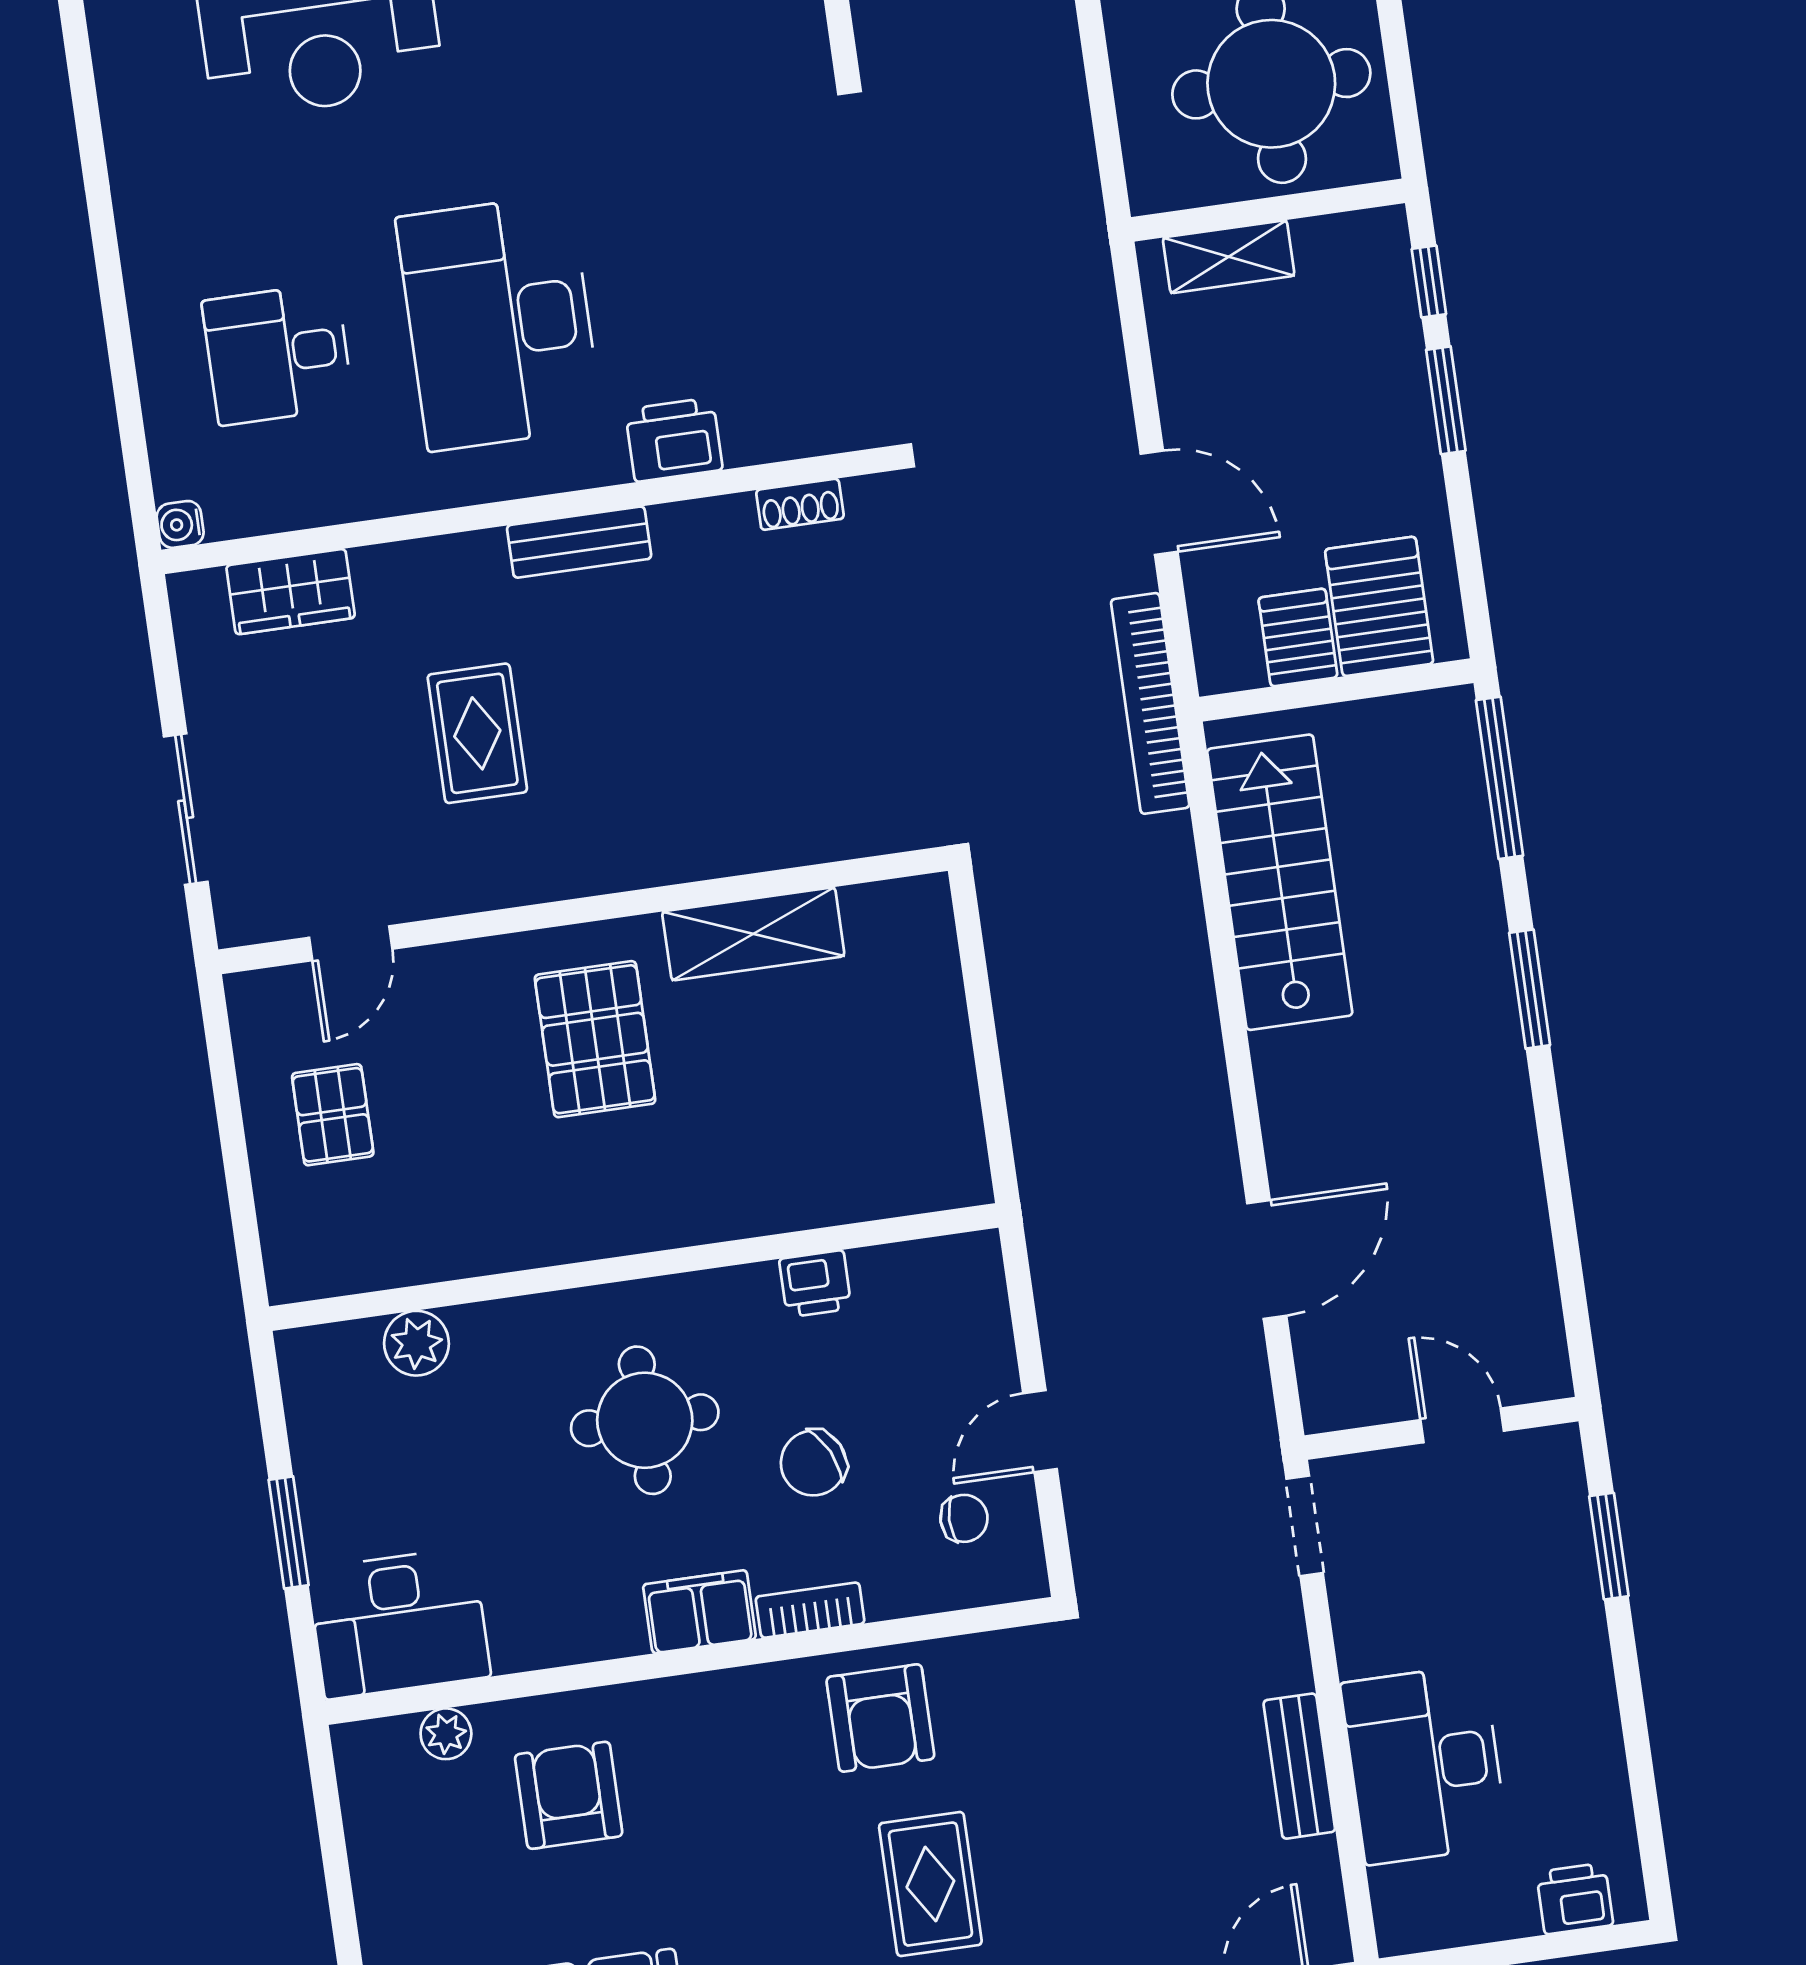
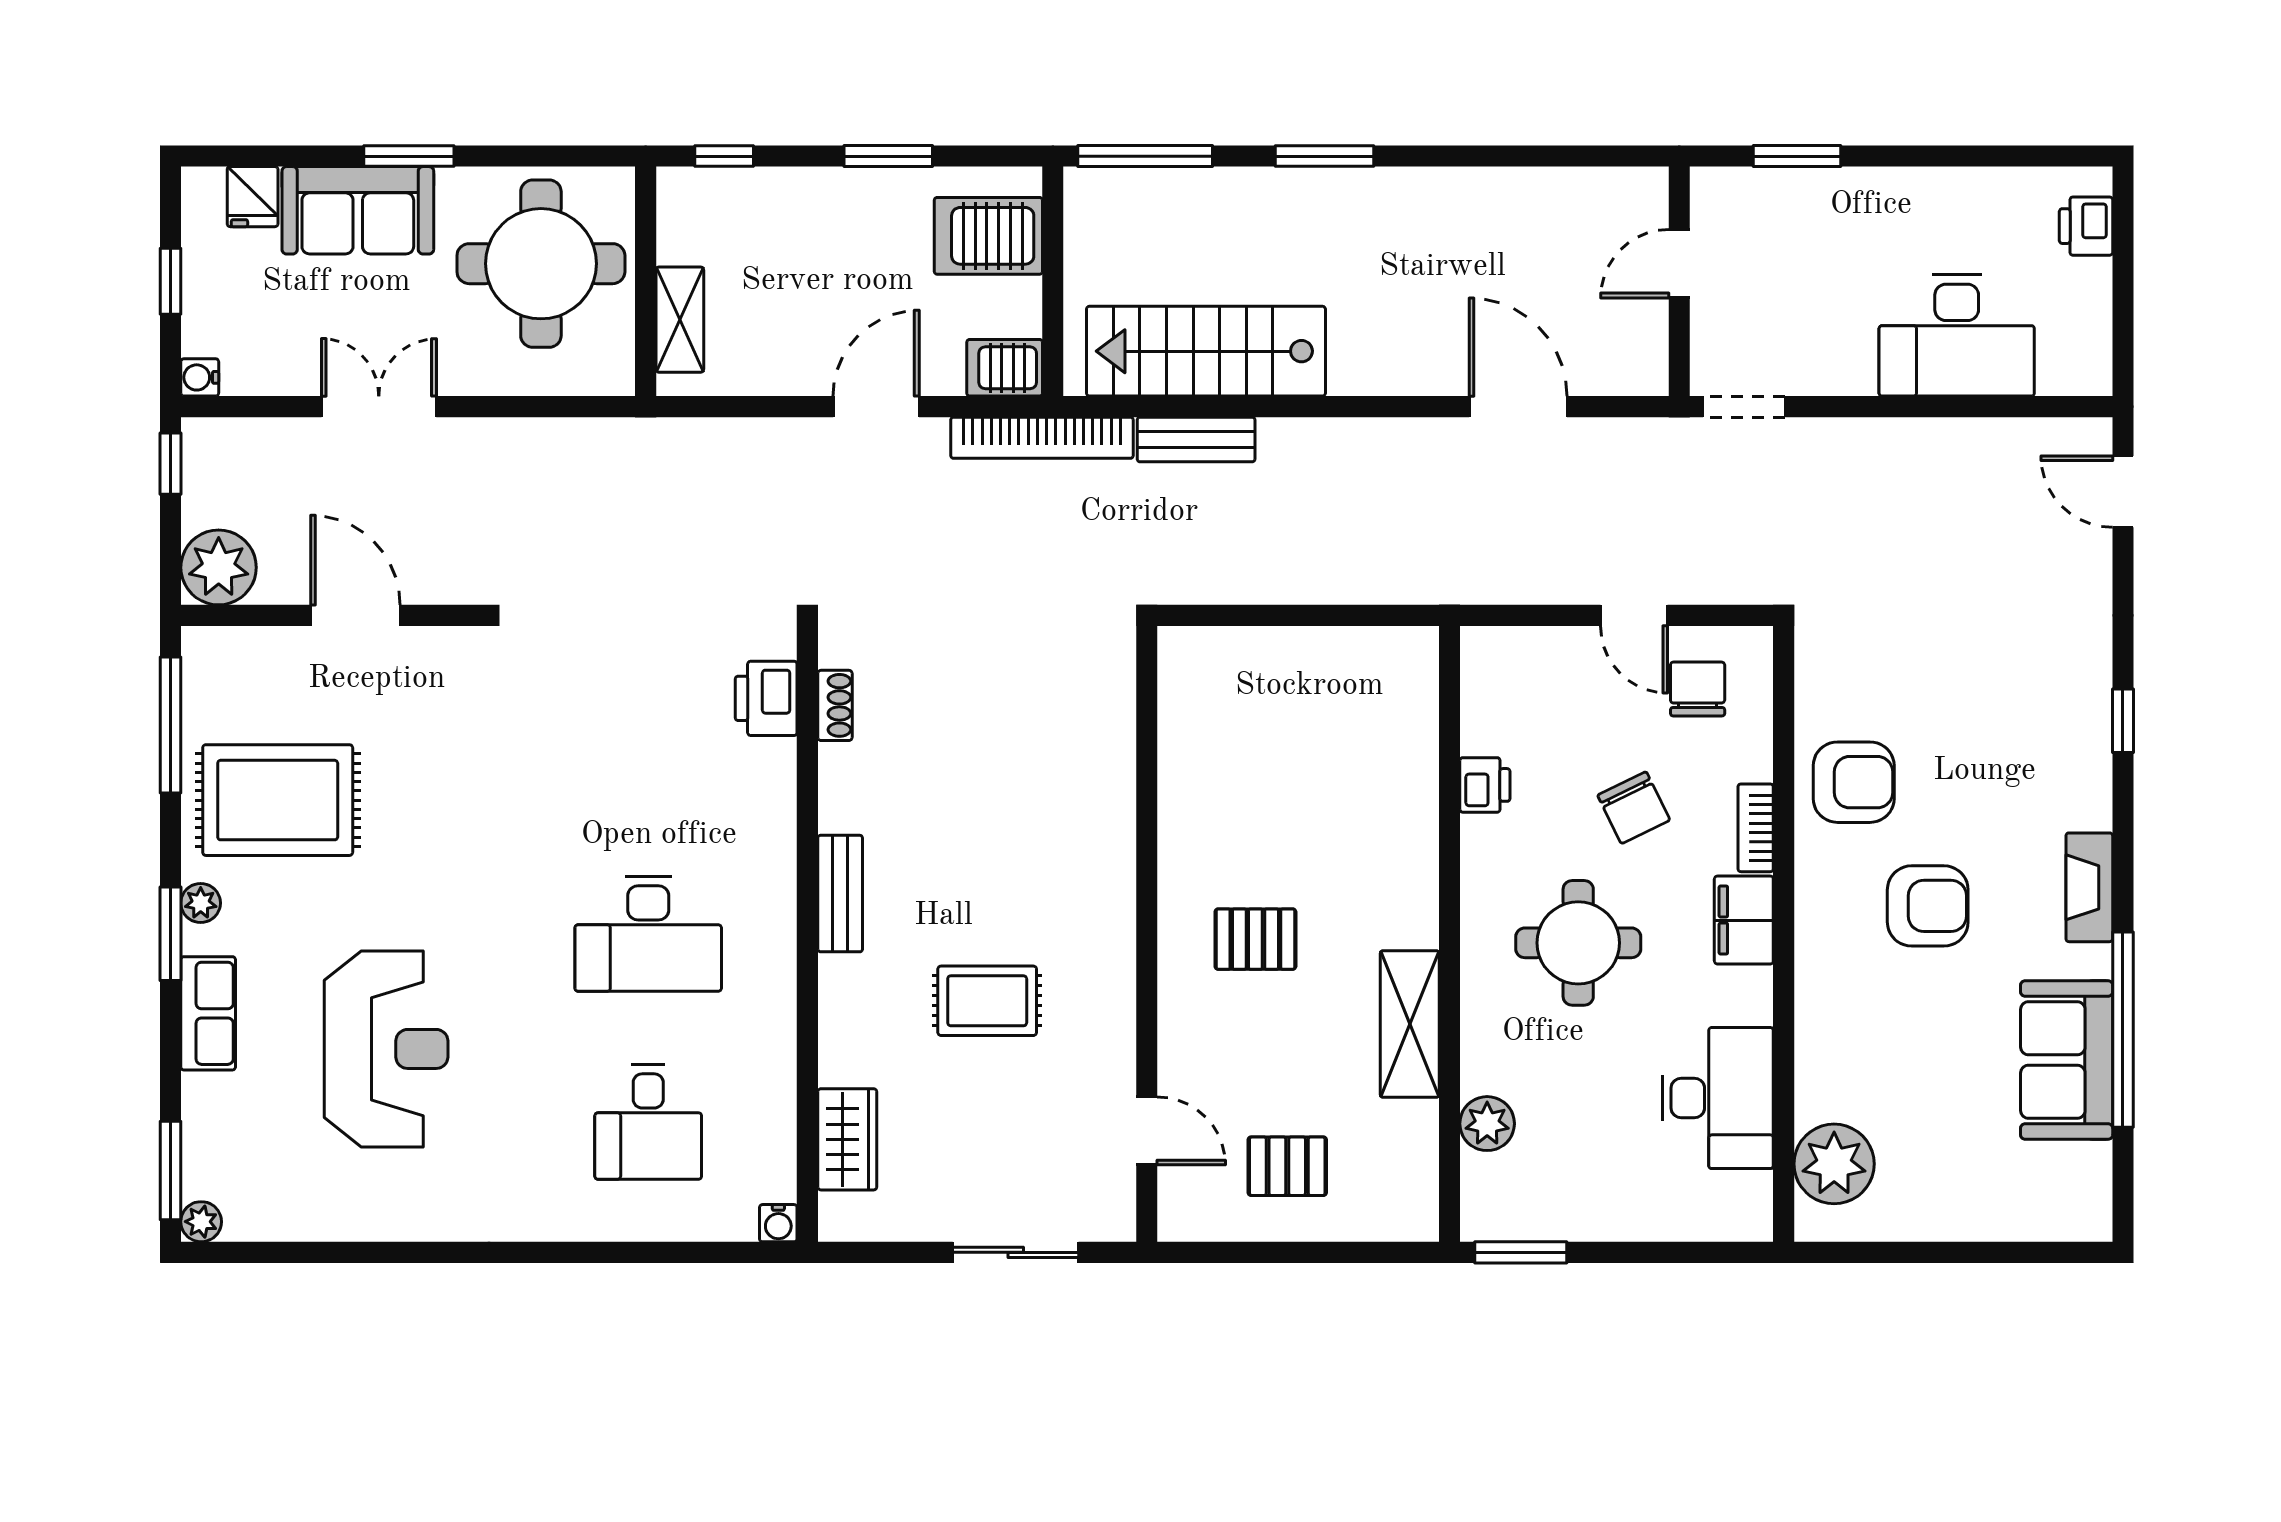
desk: (499, 323) -> (648, 934), width x0.73, depth x0.77
window: (1446, 400) -> (888, 156), moved
printer: (674, 440) -> (766, 698), moved
server rack: (1298, 638) -> (1005, 368), moved
shelving: (753, 934) -> (1410, 1024), moved
pallet: (595, 1039) -> (1255, 939), width x0.67, depth x0.71
chair: (964, 1518) -> (1698, 689), width x1.37, depth x1.37
window: (289, 1532) -> (1521, 1252), moved
desk: (399, 1623) -> (1718, 1098), moved
plant: (446, 1734) -> (1834, 1164), width x1.87, depth x1.87
bench: (1299, 1766) -> (1196, 439), moved
armchair: (569, 1795) -> (1928, 906), moved, turned 180
rug: (930, 1884) -> (1998, 760), removed

